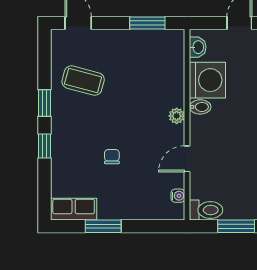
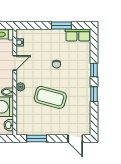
coffee table: (83, 81) -> (50, 97), moved, width x1.36, depth x1.32

